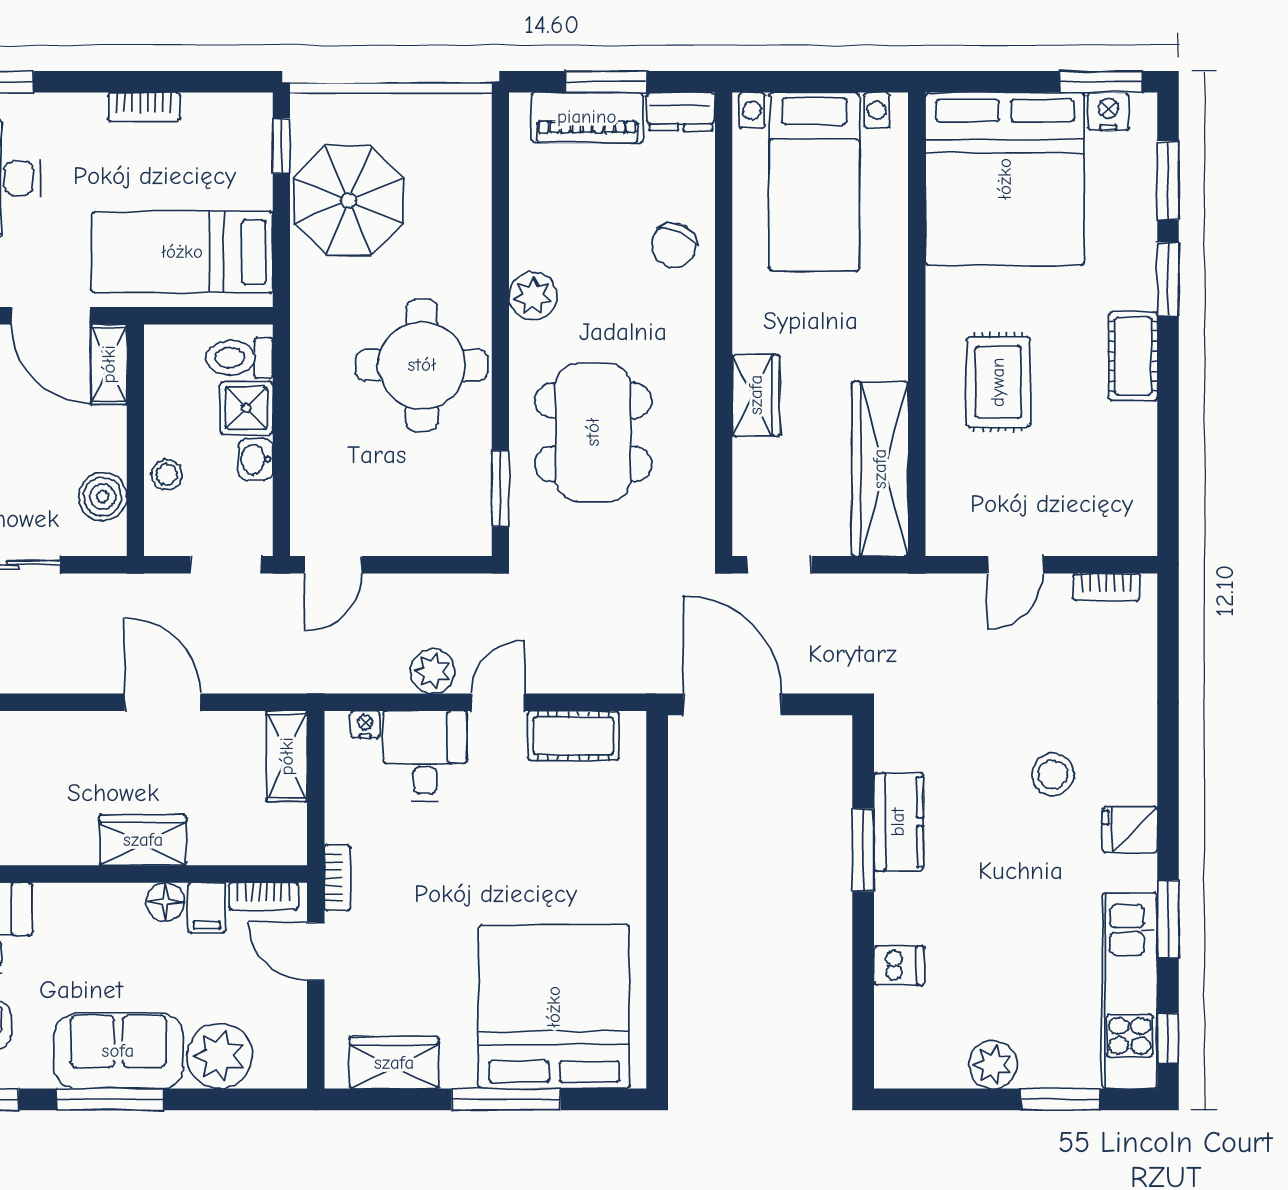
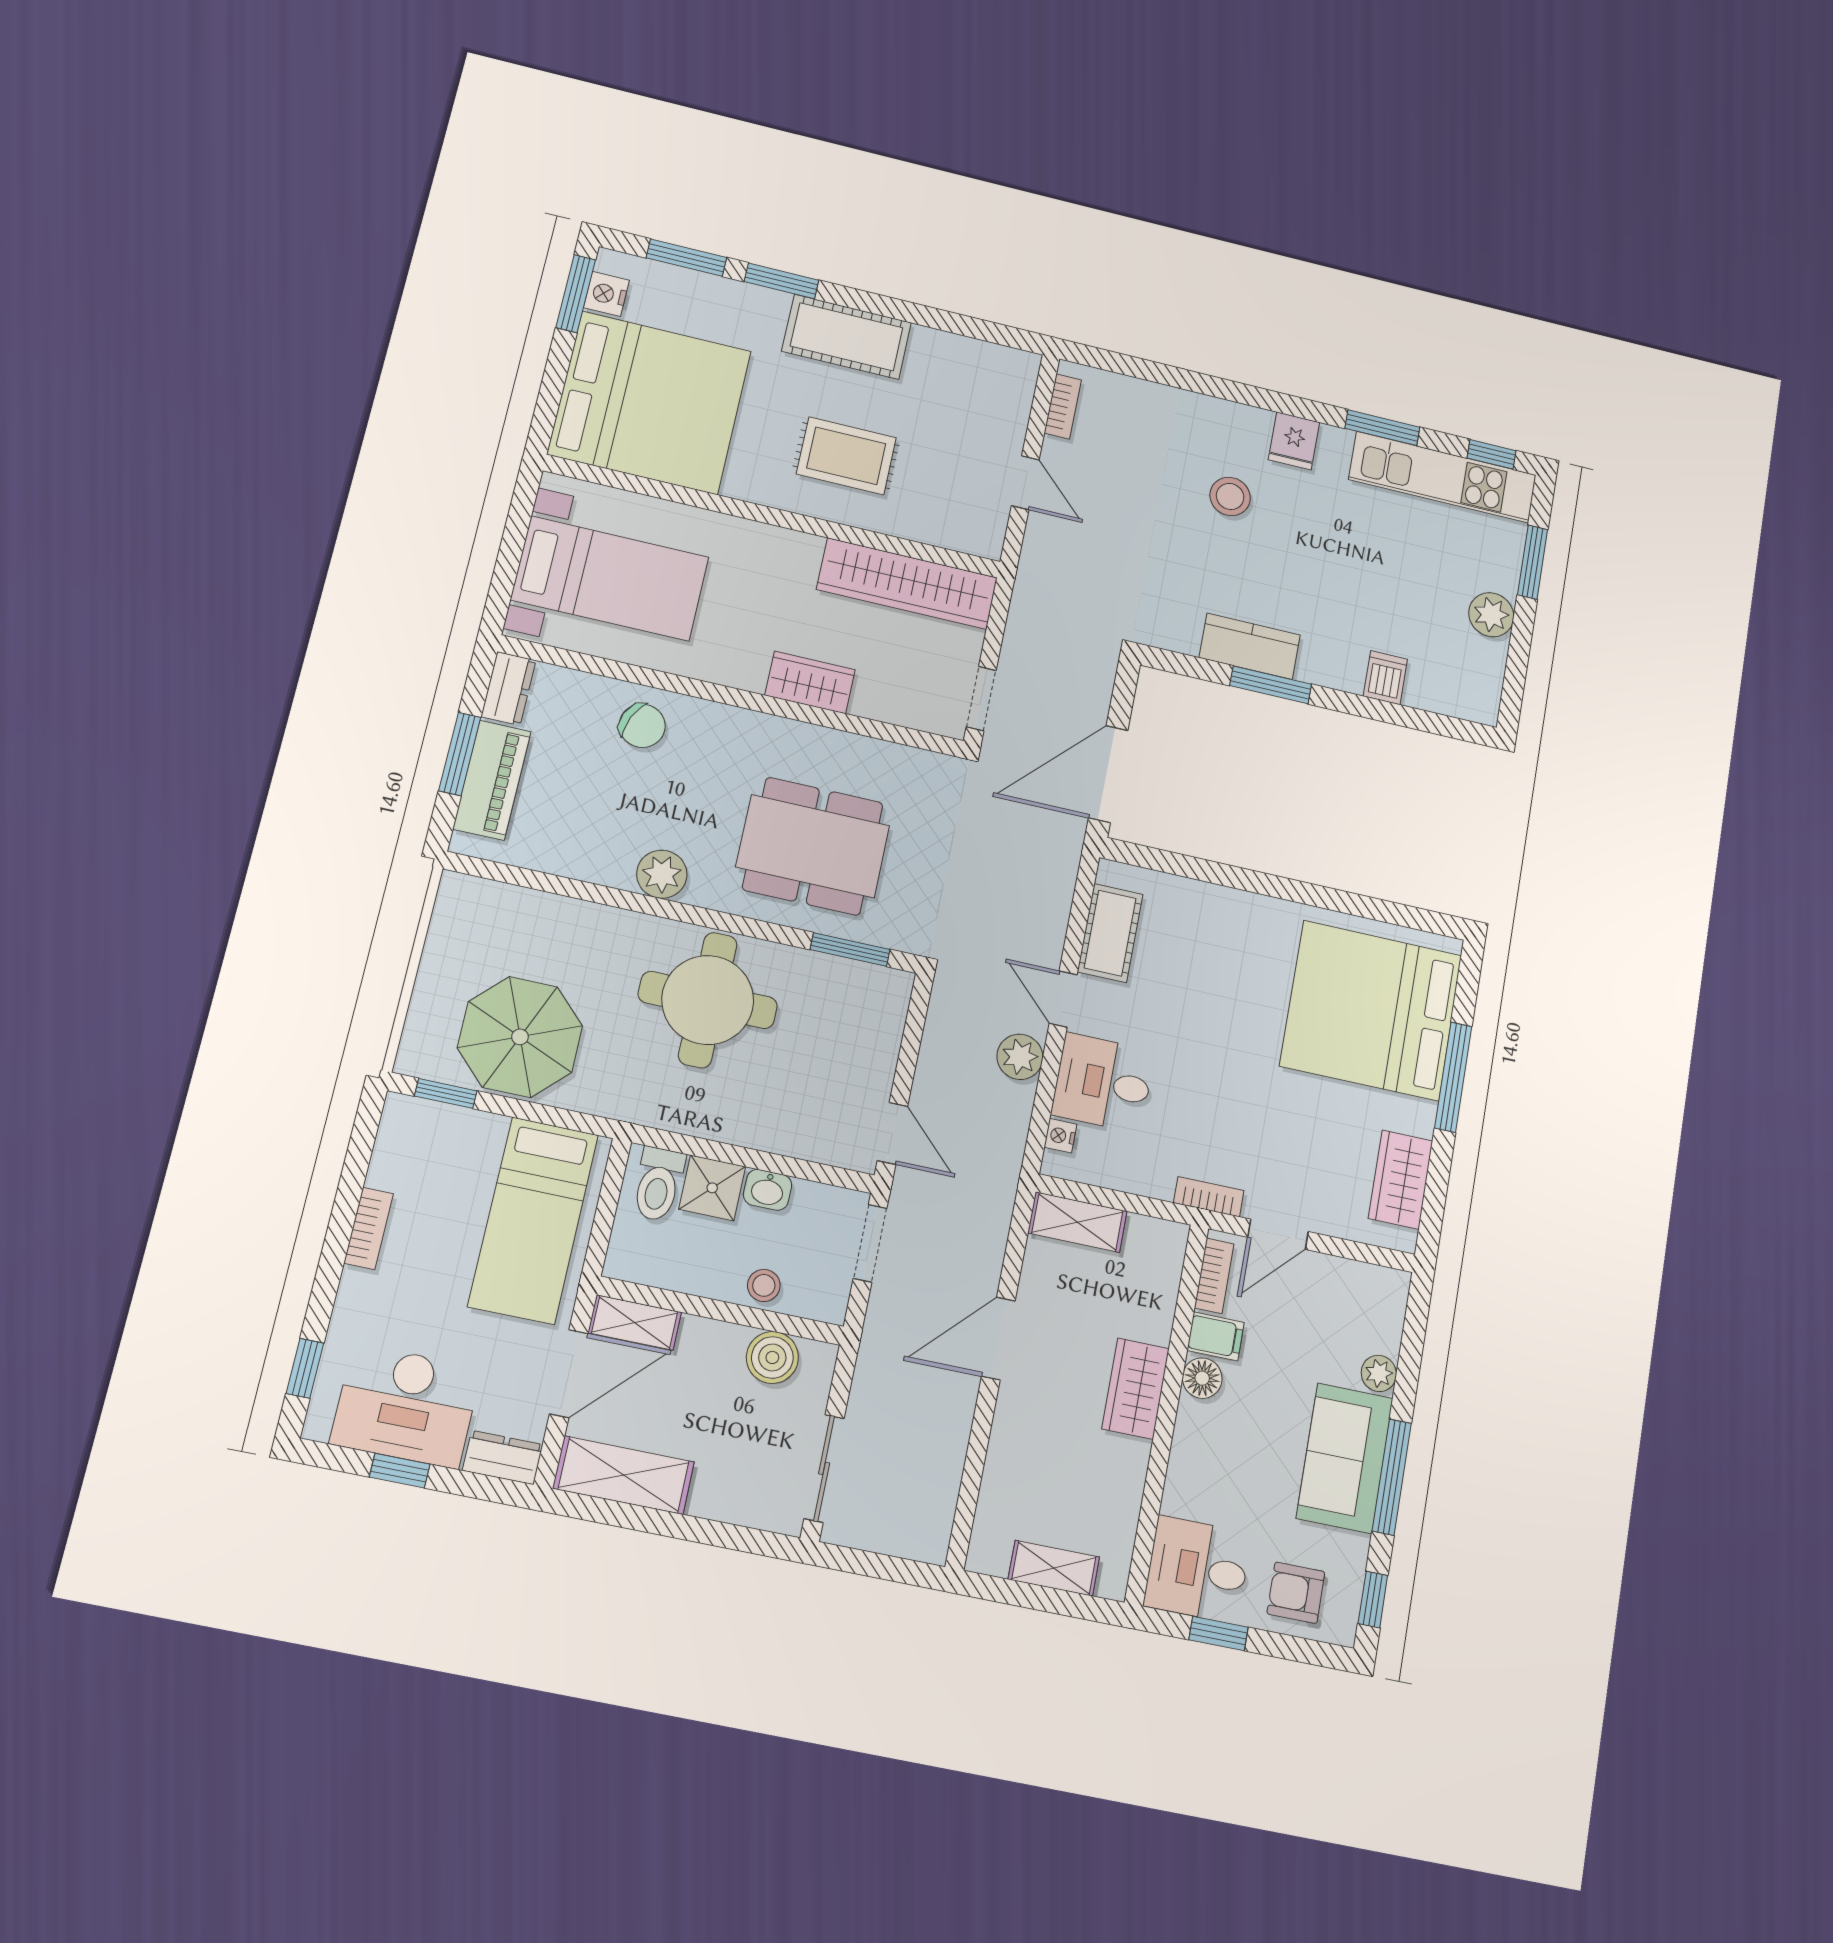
cot: (1133, 356) -> (847, 337), width x1.37, depth x1.34
plant: (219, 1056) -> (1379, 1373), width x0.53, depth x0.53

